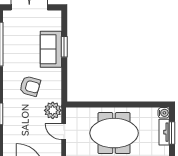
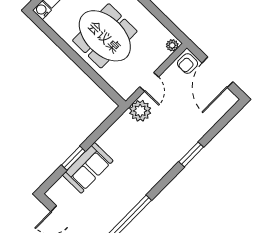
armchair: (30, 86) -> (139, 153), removed

